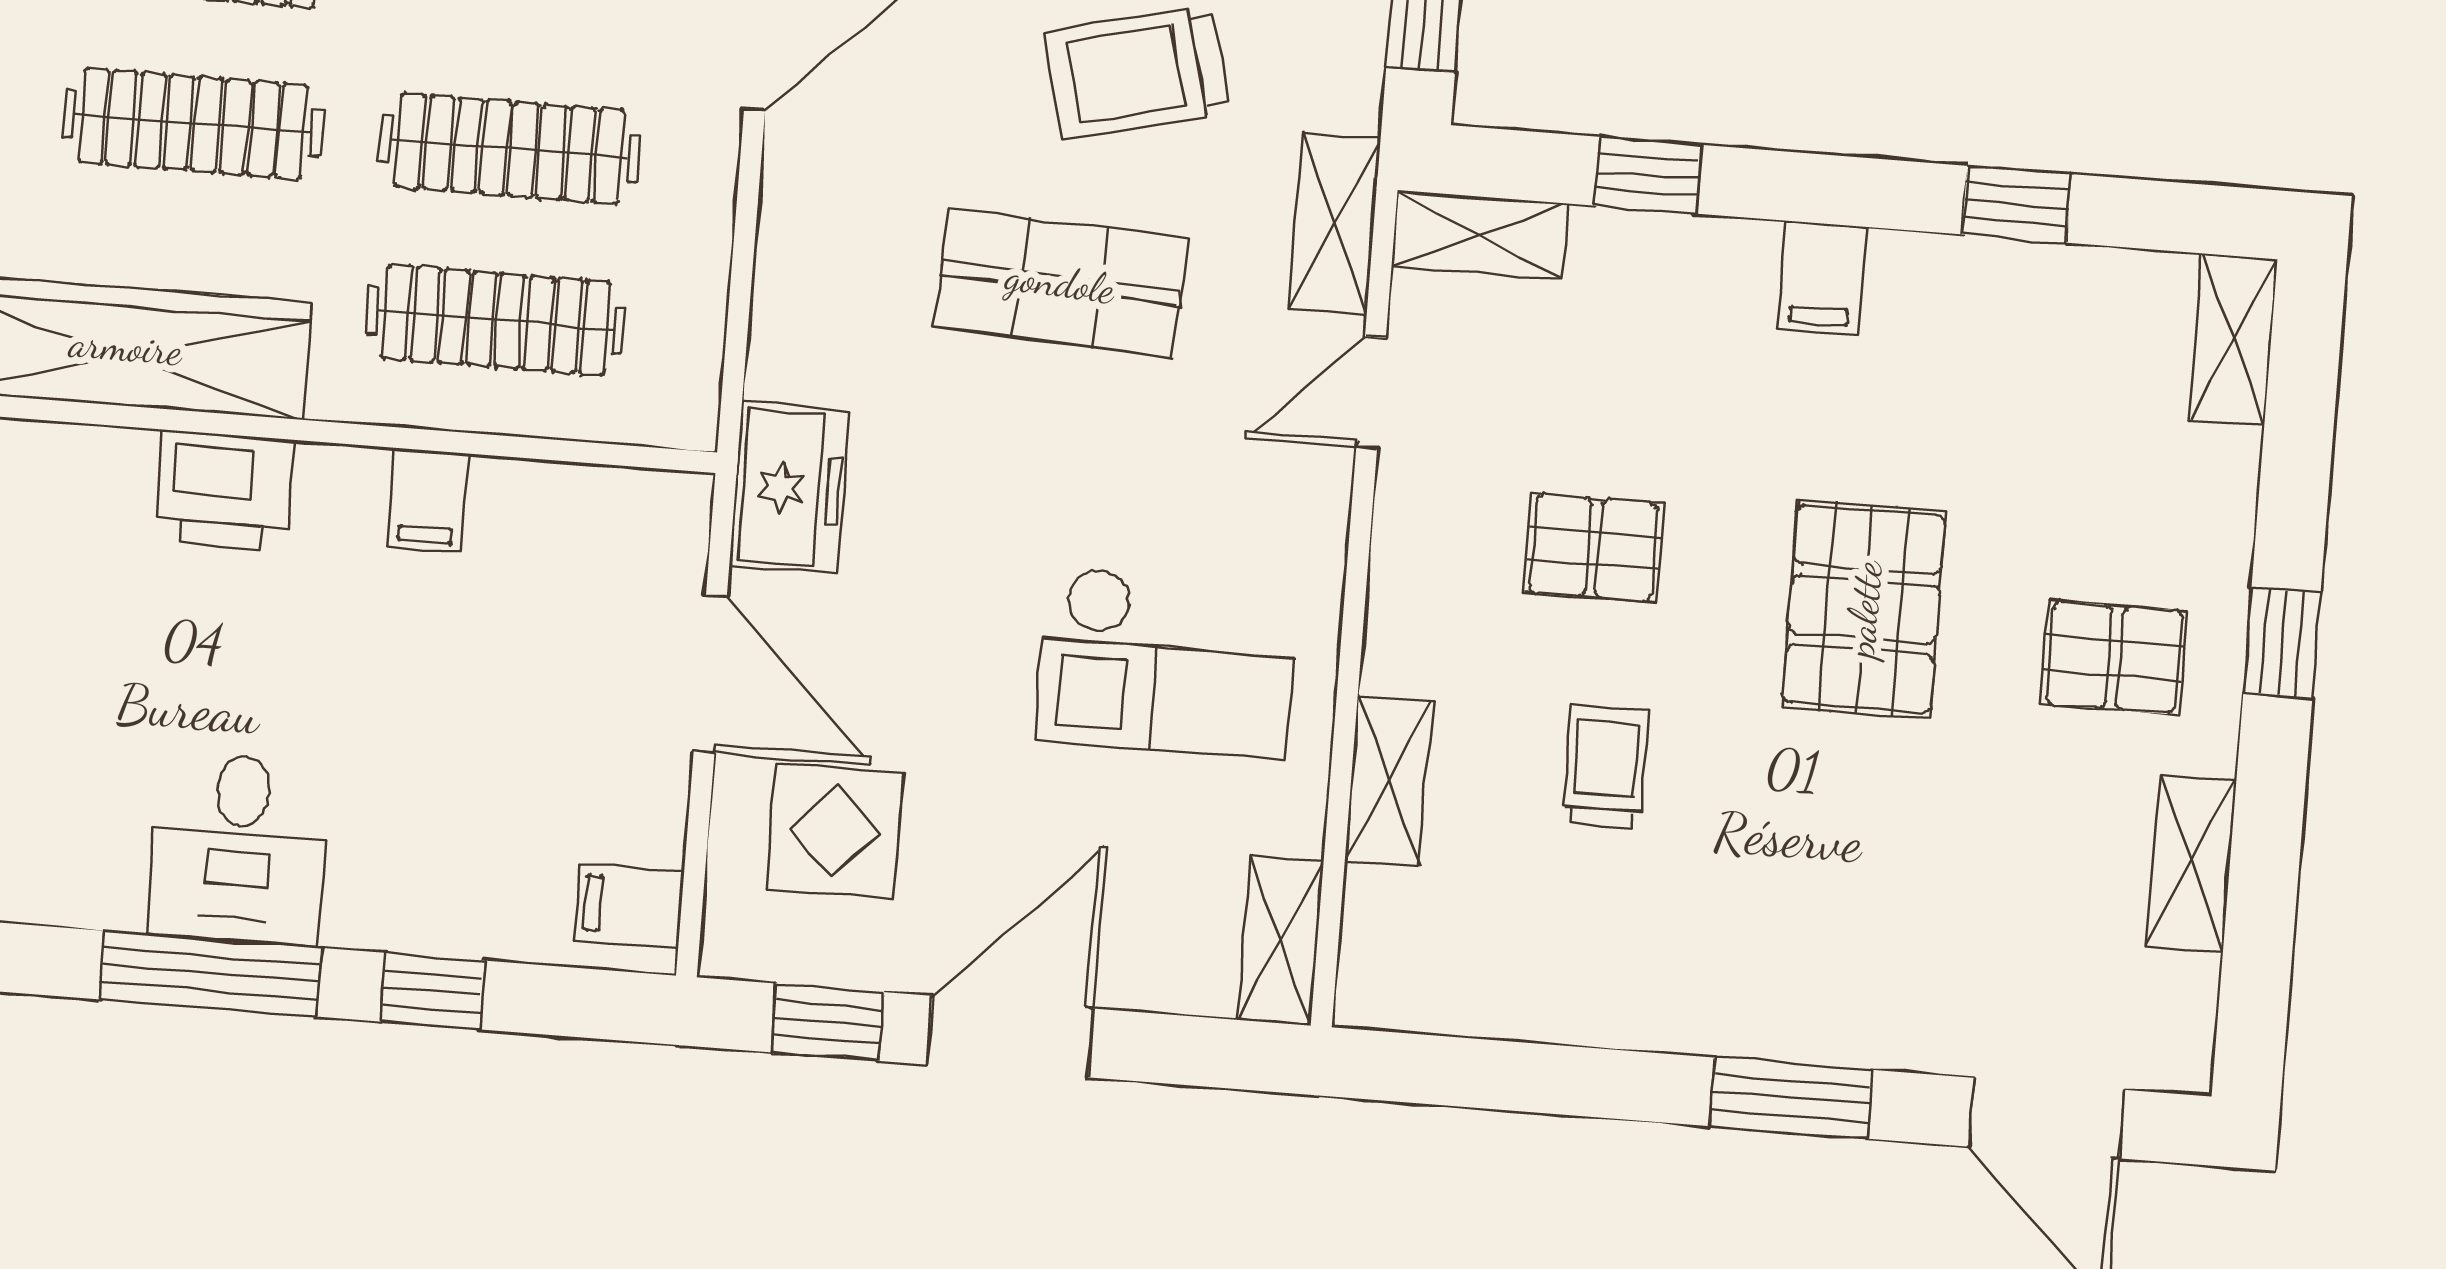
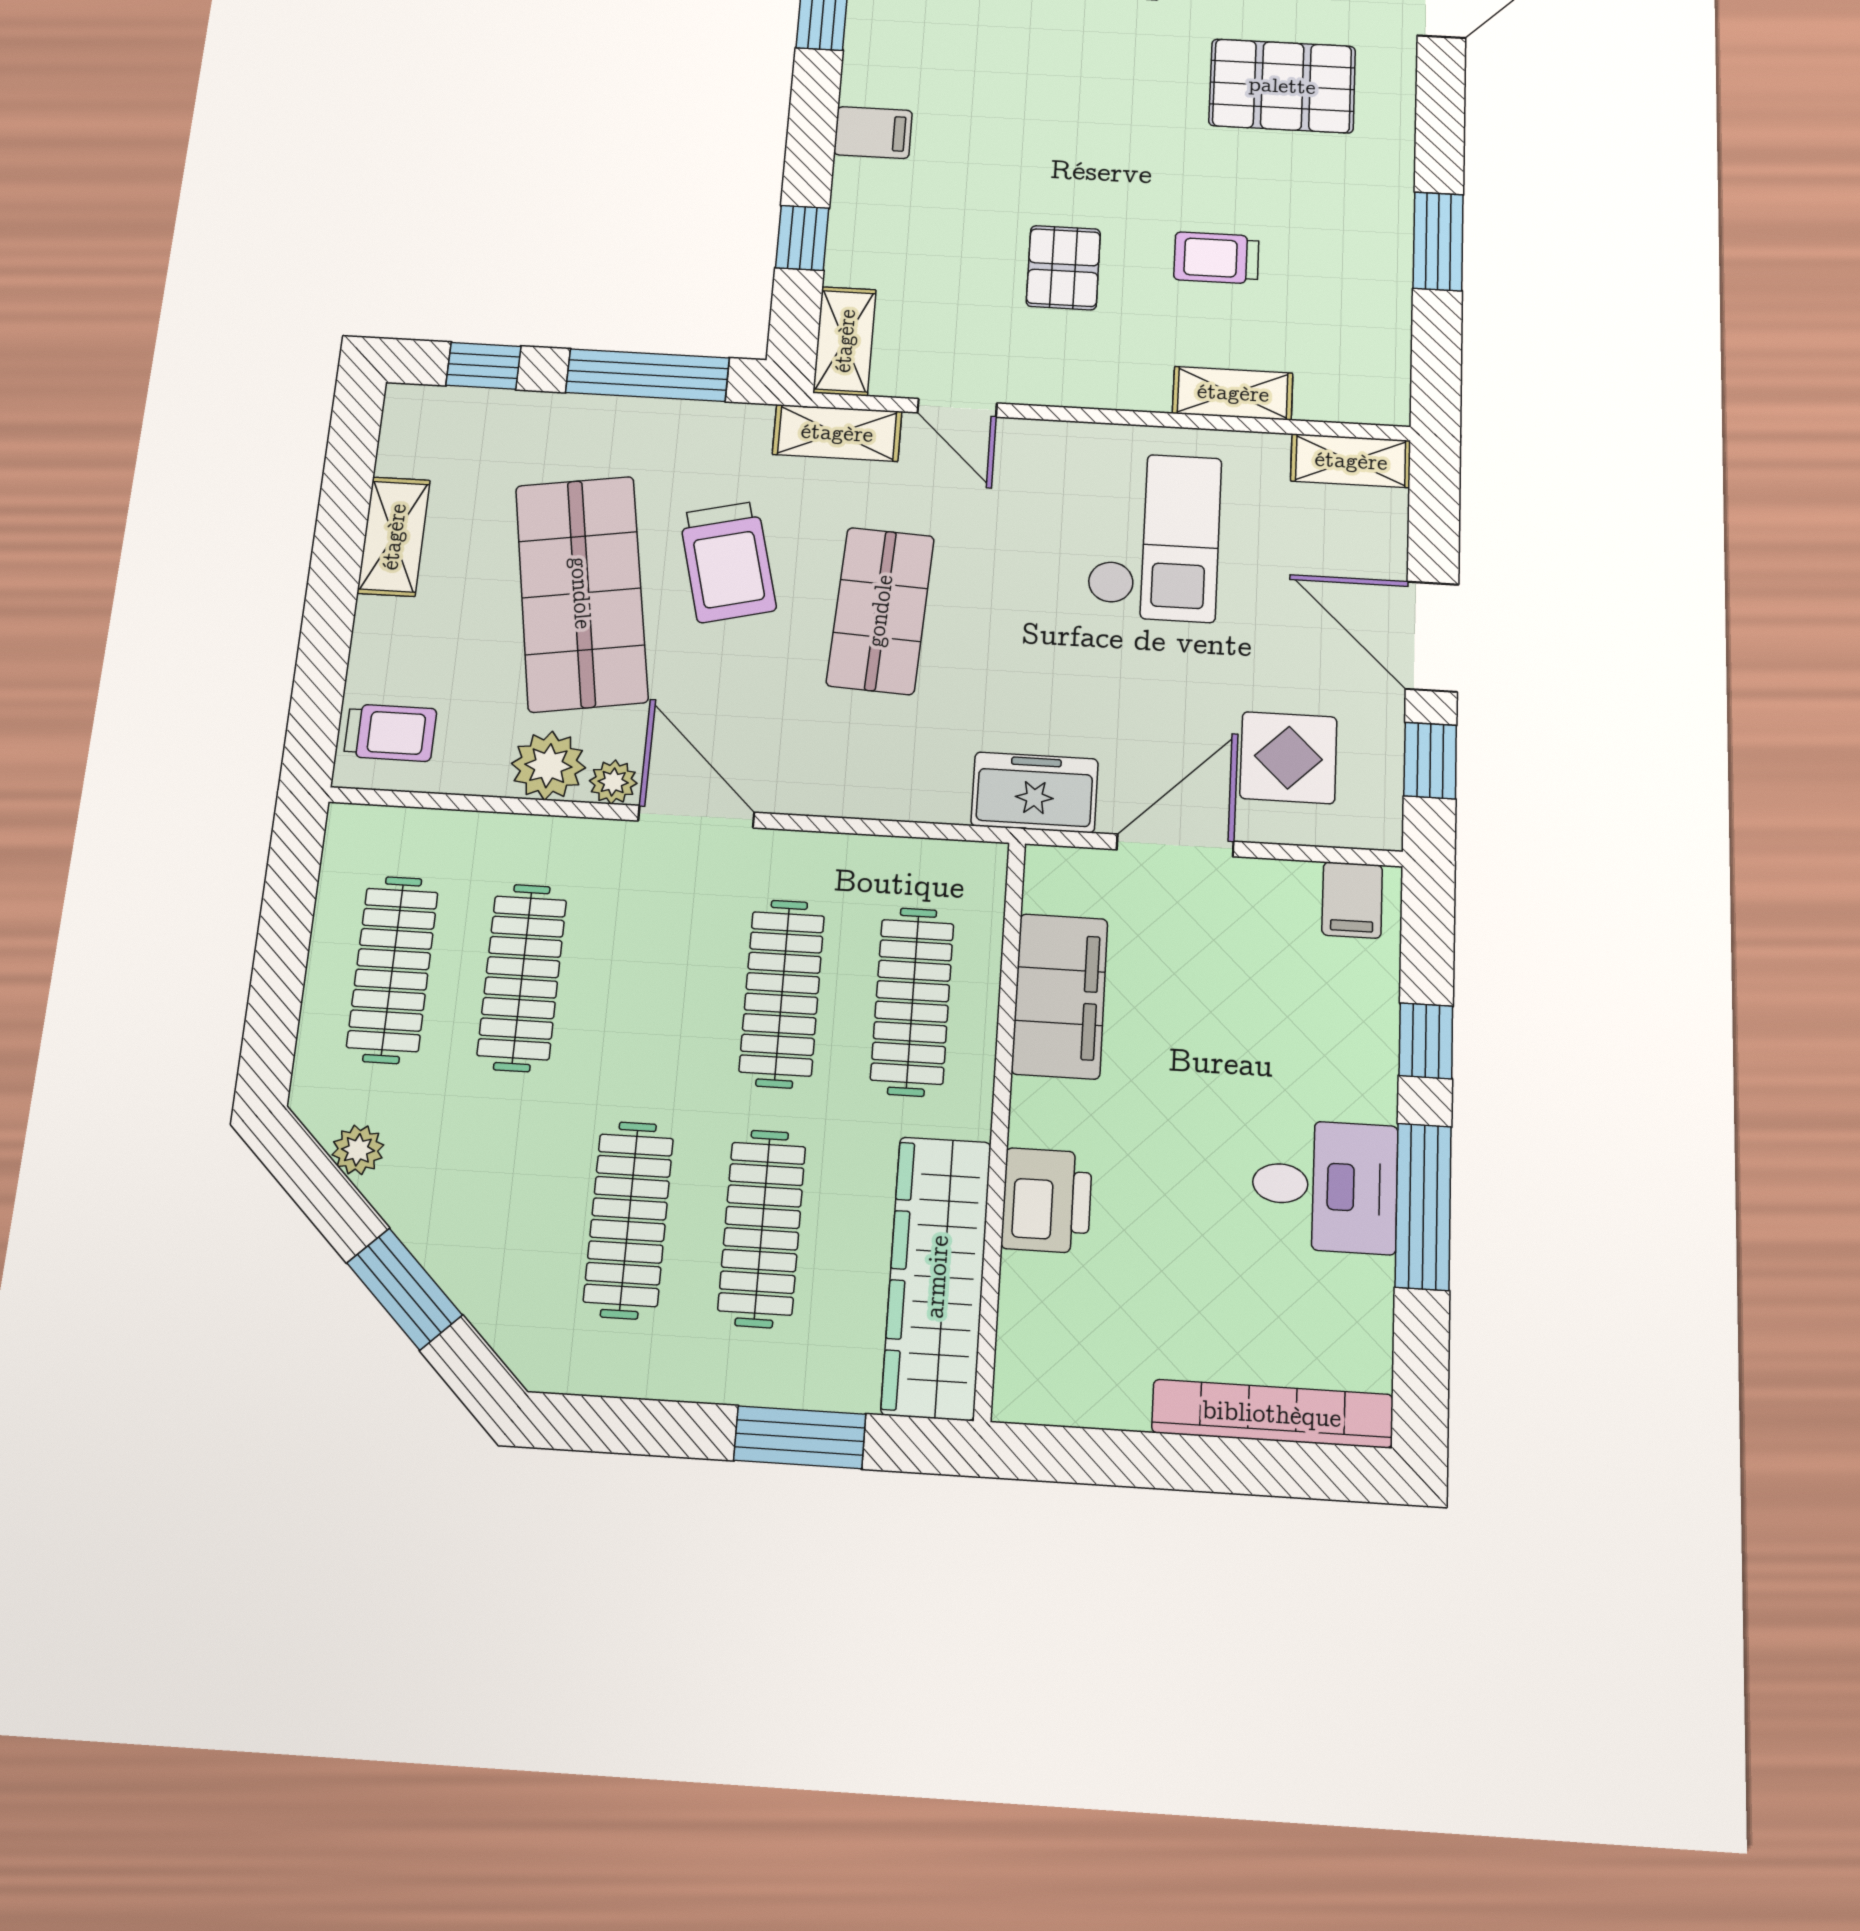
filing cabinet: (427, 500) -> (1060, 996), width x3.00, depth x1.17
pallet: (1864, 609) -> (1282, 86), moved
window: (1791, 1098) -> (1438, 241), moved

